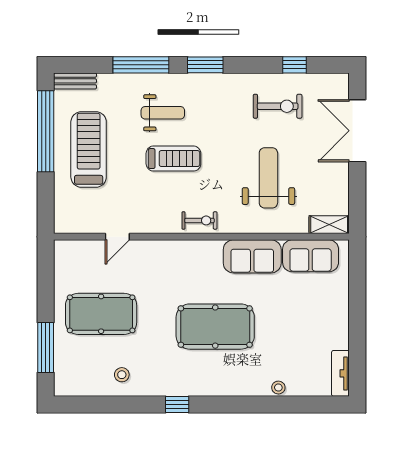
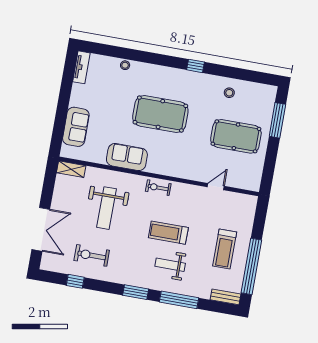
treadmill: (89, 149) -> (225, 249), width x0.73, depth x0.73
sofa: (311, 256) -> (76, 127), moved, turned 90

